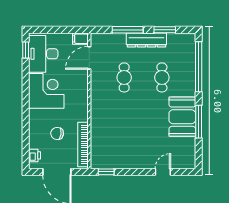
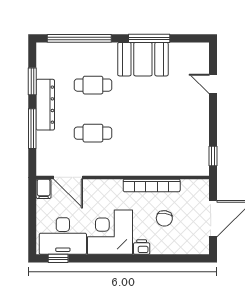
bookcase: (83, 145) -> (152, 185), moved
printer: (35, 155) -> (142, 247), moved

